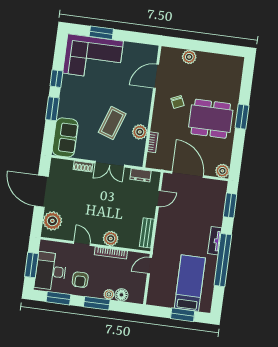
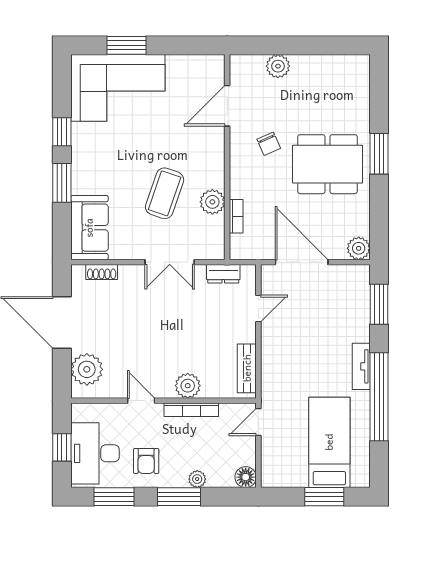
shoe rack: (83, 166) -> (102, 272), moved
window: (32, 265) -> (62, 447), width x0.67
floor lamp: (121, 295) -> (246, 477), moved

